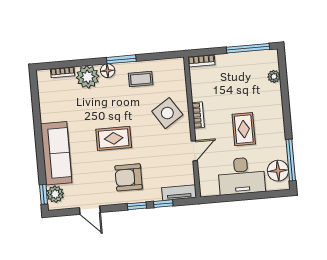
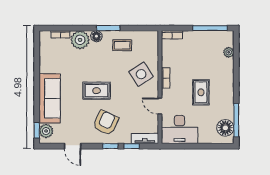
door: (194, 151) -> (160, 106), swing flipped
desk: (241, 176) -> (180, 129), moved
armchair: (129, 177) -> (106, 123), turned 115

